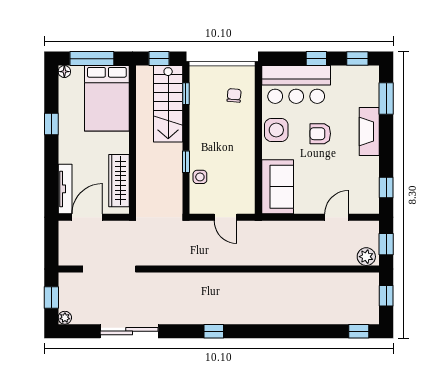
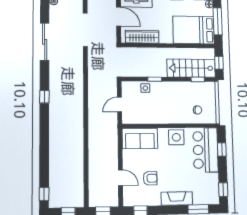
window: (316, 59) -> (222, 150), moved
armchair: (320, 134) -> (150, 178), moved, turned 90
plant: (366, 257) -> (94, 198), removed

